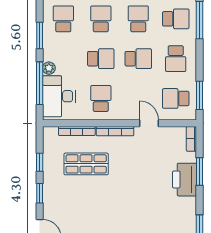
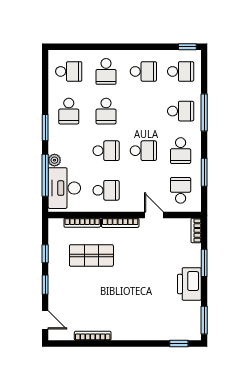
school desk: (63, 19) -> (69, 111), turned 180
school desk: (101, 19) -> (106, 111), turned 180
school desk: (138, 19) -> (143, 111), removed
window: (199, 95) -> (204, 172), moved
school desk: (101, 98) -> (106, 190), turned 90
school desk: (176, 98) -> (181, 190), turned 90
printer: (185, 180) -> (189, 284), moved

